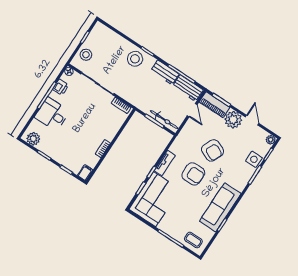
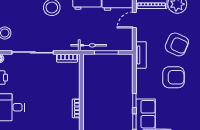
door: (192, 110) -> (134, 20), swing flipped
bicycle: (164, 120) -> (89, 45), moved
tv unit: (165, 163) -> (141, 55), moved

